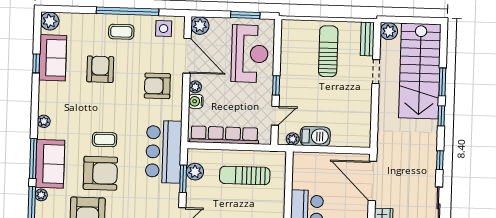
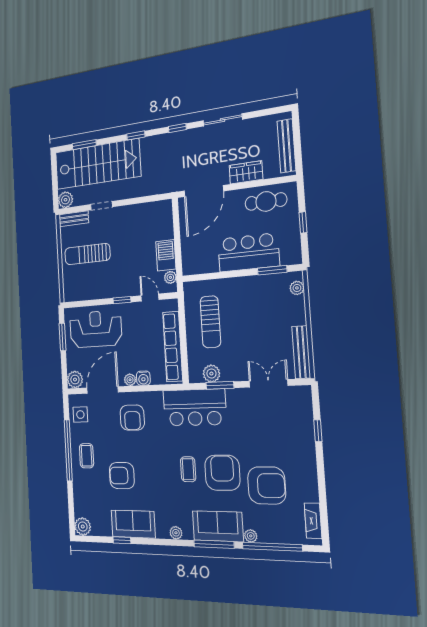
sofa: (53, 58) -> (133, 524), moved
window: (442, 82) -> (84, 145), moved

